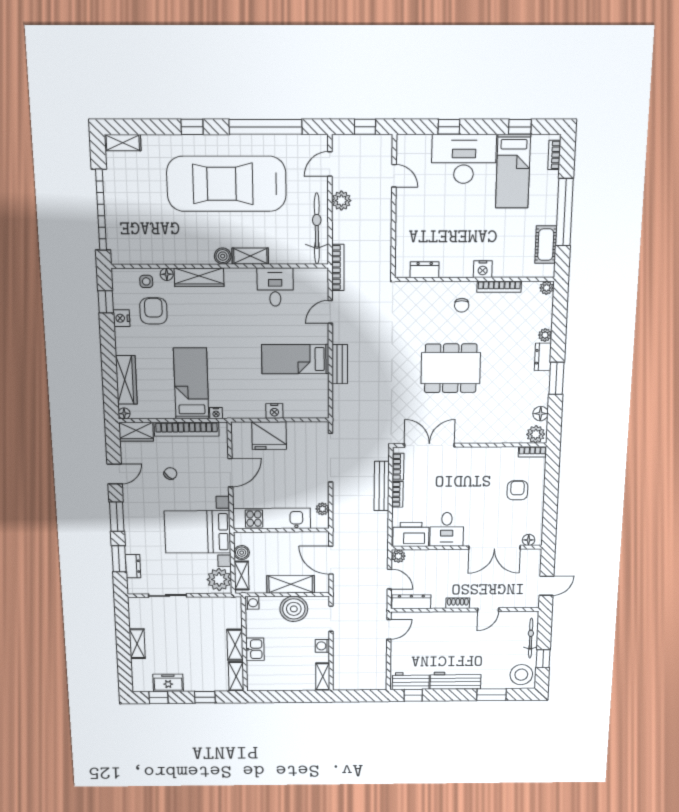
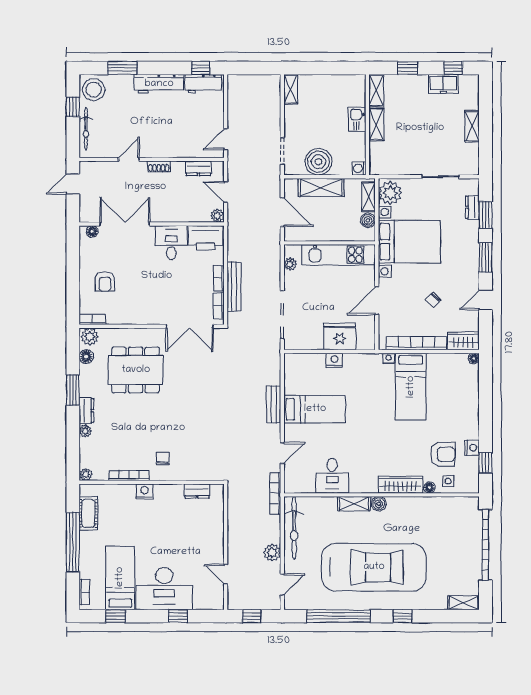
armchair: (153, 311) -> (443, 454), turned -90
dining table: (451, 368) -> (136, 370), moved
wardrobe: (126, 380) -> (470, 390), removed
dresser: (411, 602) -> (198, 168), width x0.70
washing machine: (322, 646) -> (291, 122), removed

